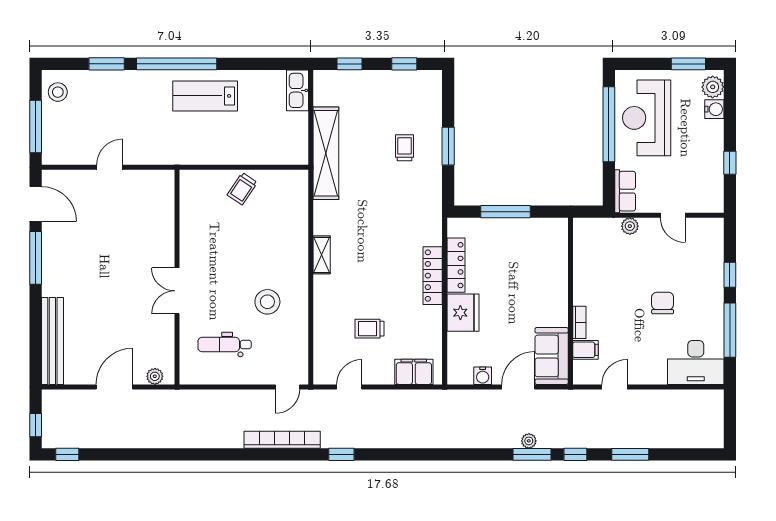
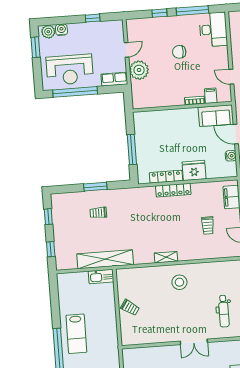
kitchen sink: (298, 90) -> (101, 277), moved
plant: (630, 226) -> (139, 70), width x1.87, depth x1.87
stool: (267, 302) -> (179, 282), moved

